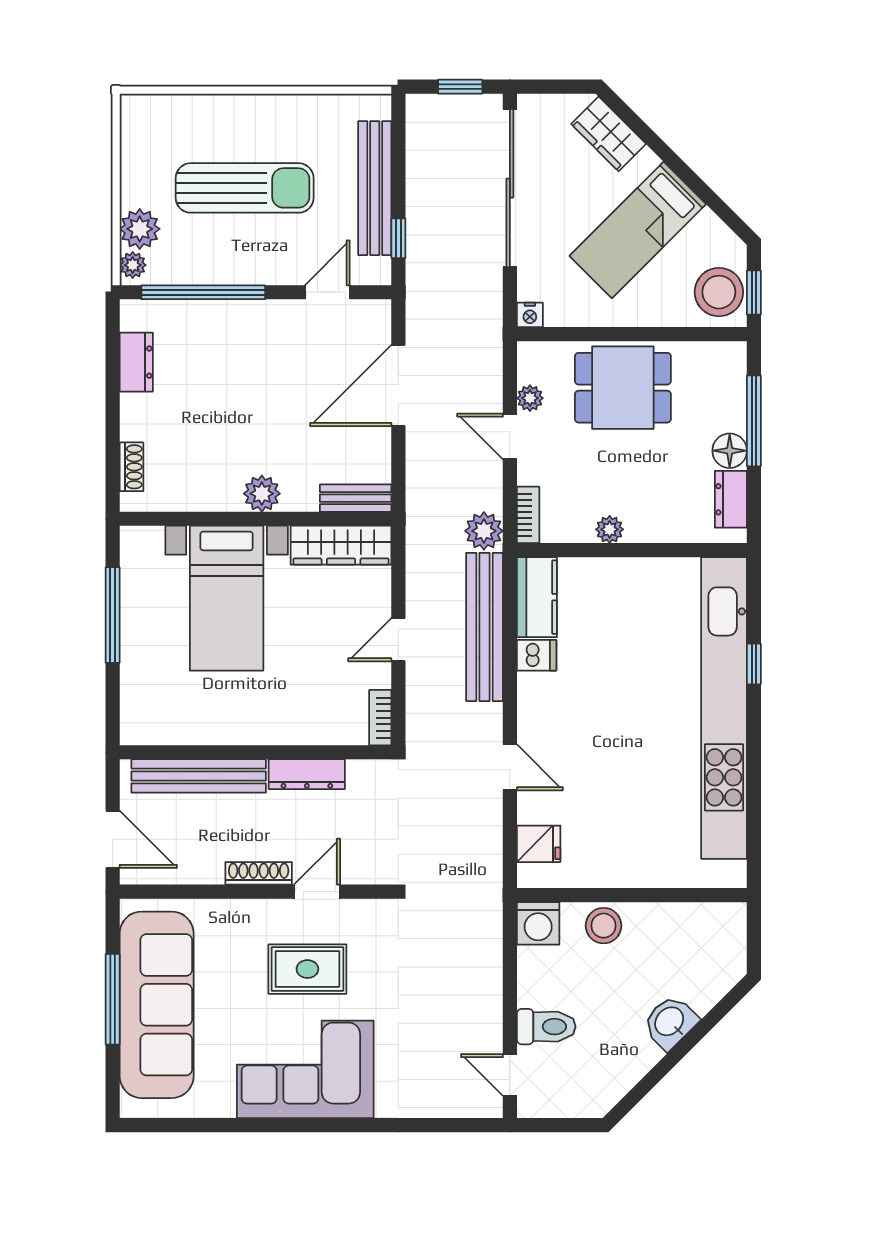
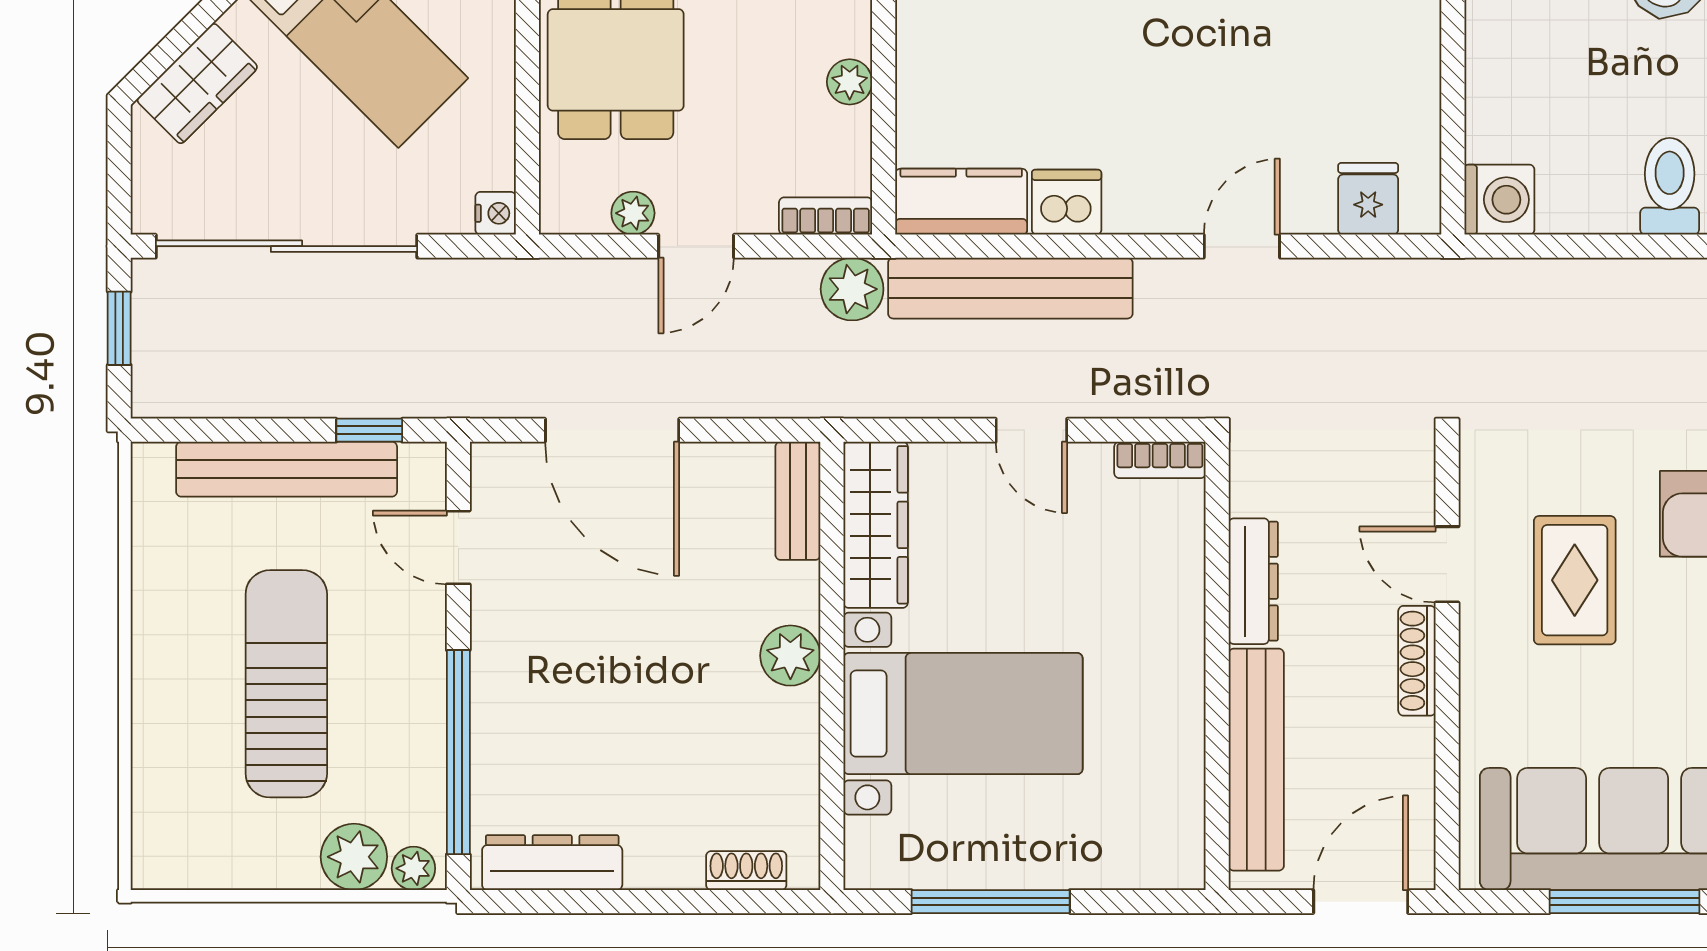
dresser: (136, 362) -> (552, 863), width x1.44
dishwasher: (537, 655) -> (1067, 202), width x1.38
stool: (604, 926) -> (1503, 92), removed

